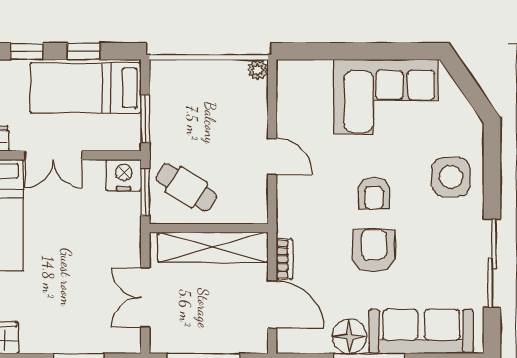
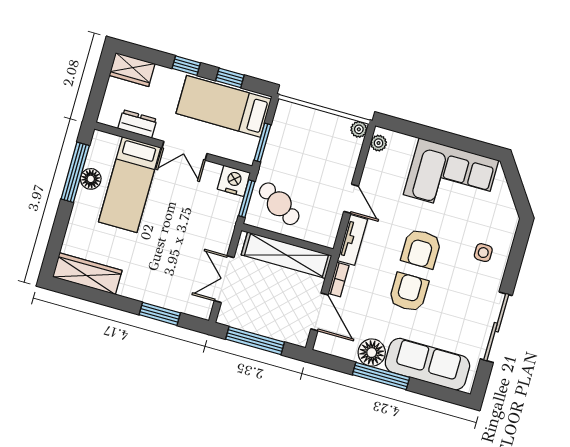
plant: (286, 80) -> (379, 143), added
side table: (451, 177) -> (483, 253), width x0.54, depth x0.54
armchair: (374, 193) -> (421, 249), width x1.38, depth x1.38
tv unit: (288, 206) -> (352, 240), added

